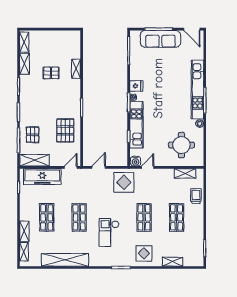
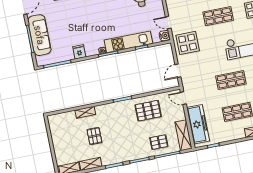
fridge: (136, 86) -> (79, 52), moved
door: (99, 167) -> (178, 71), hinge flipped

